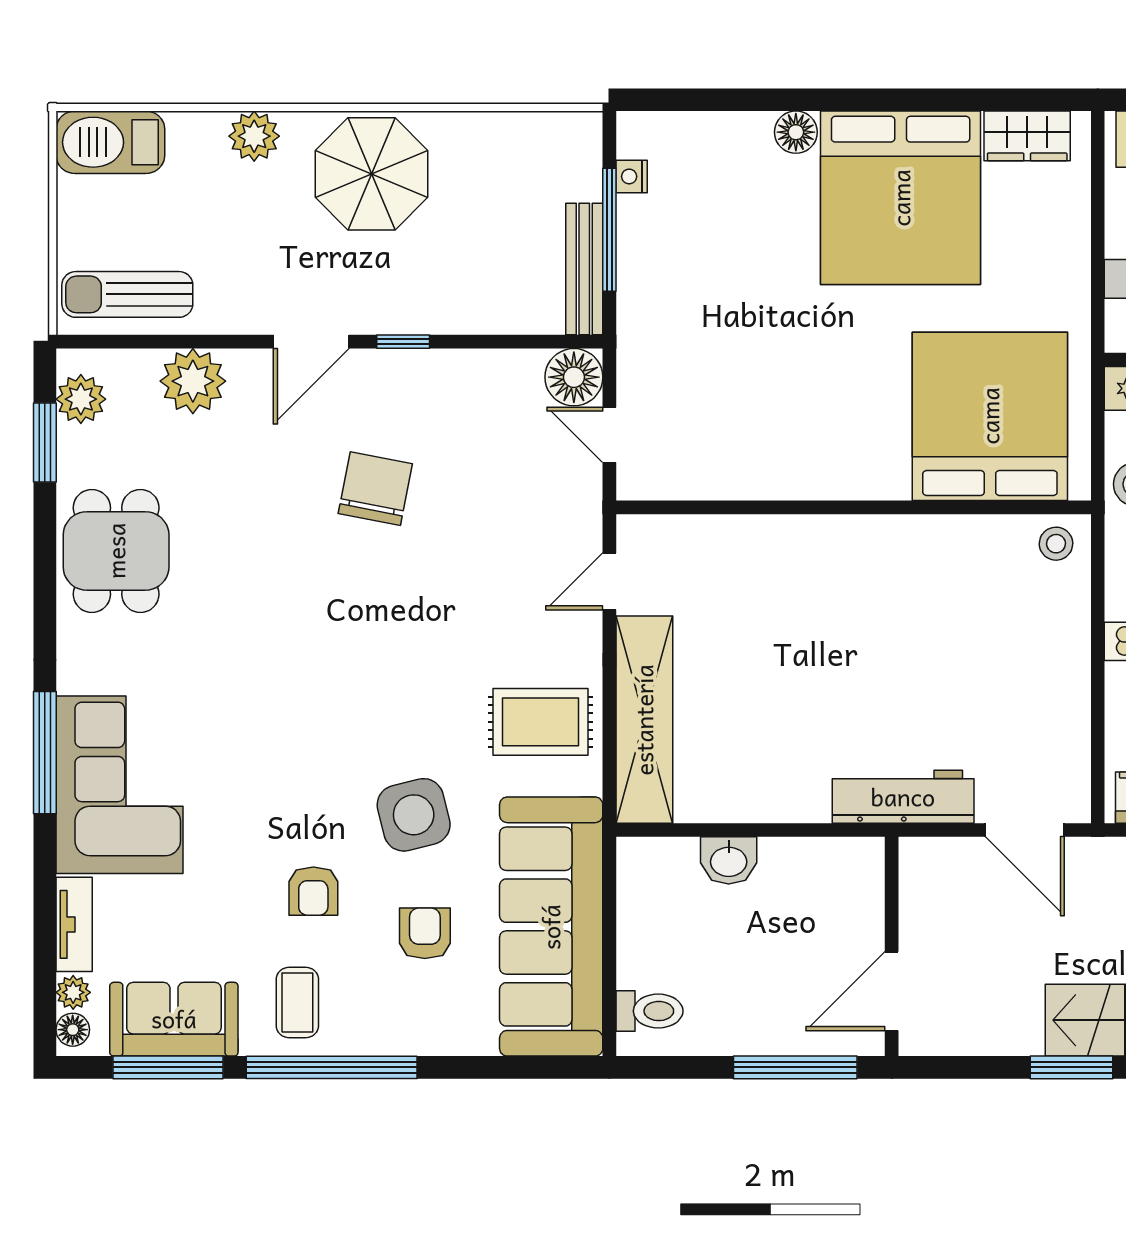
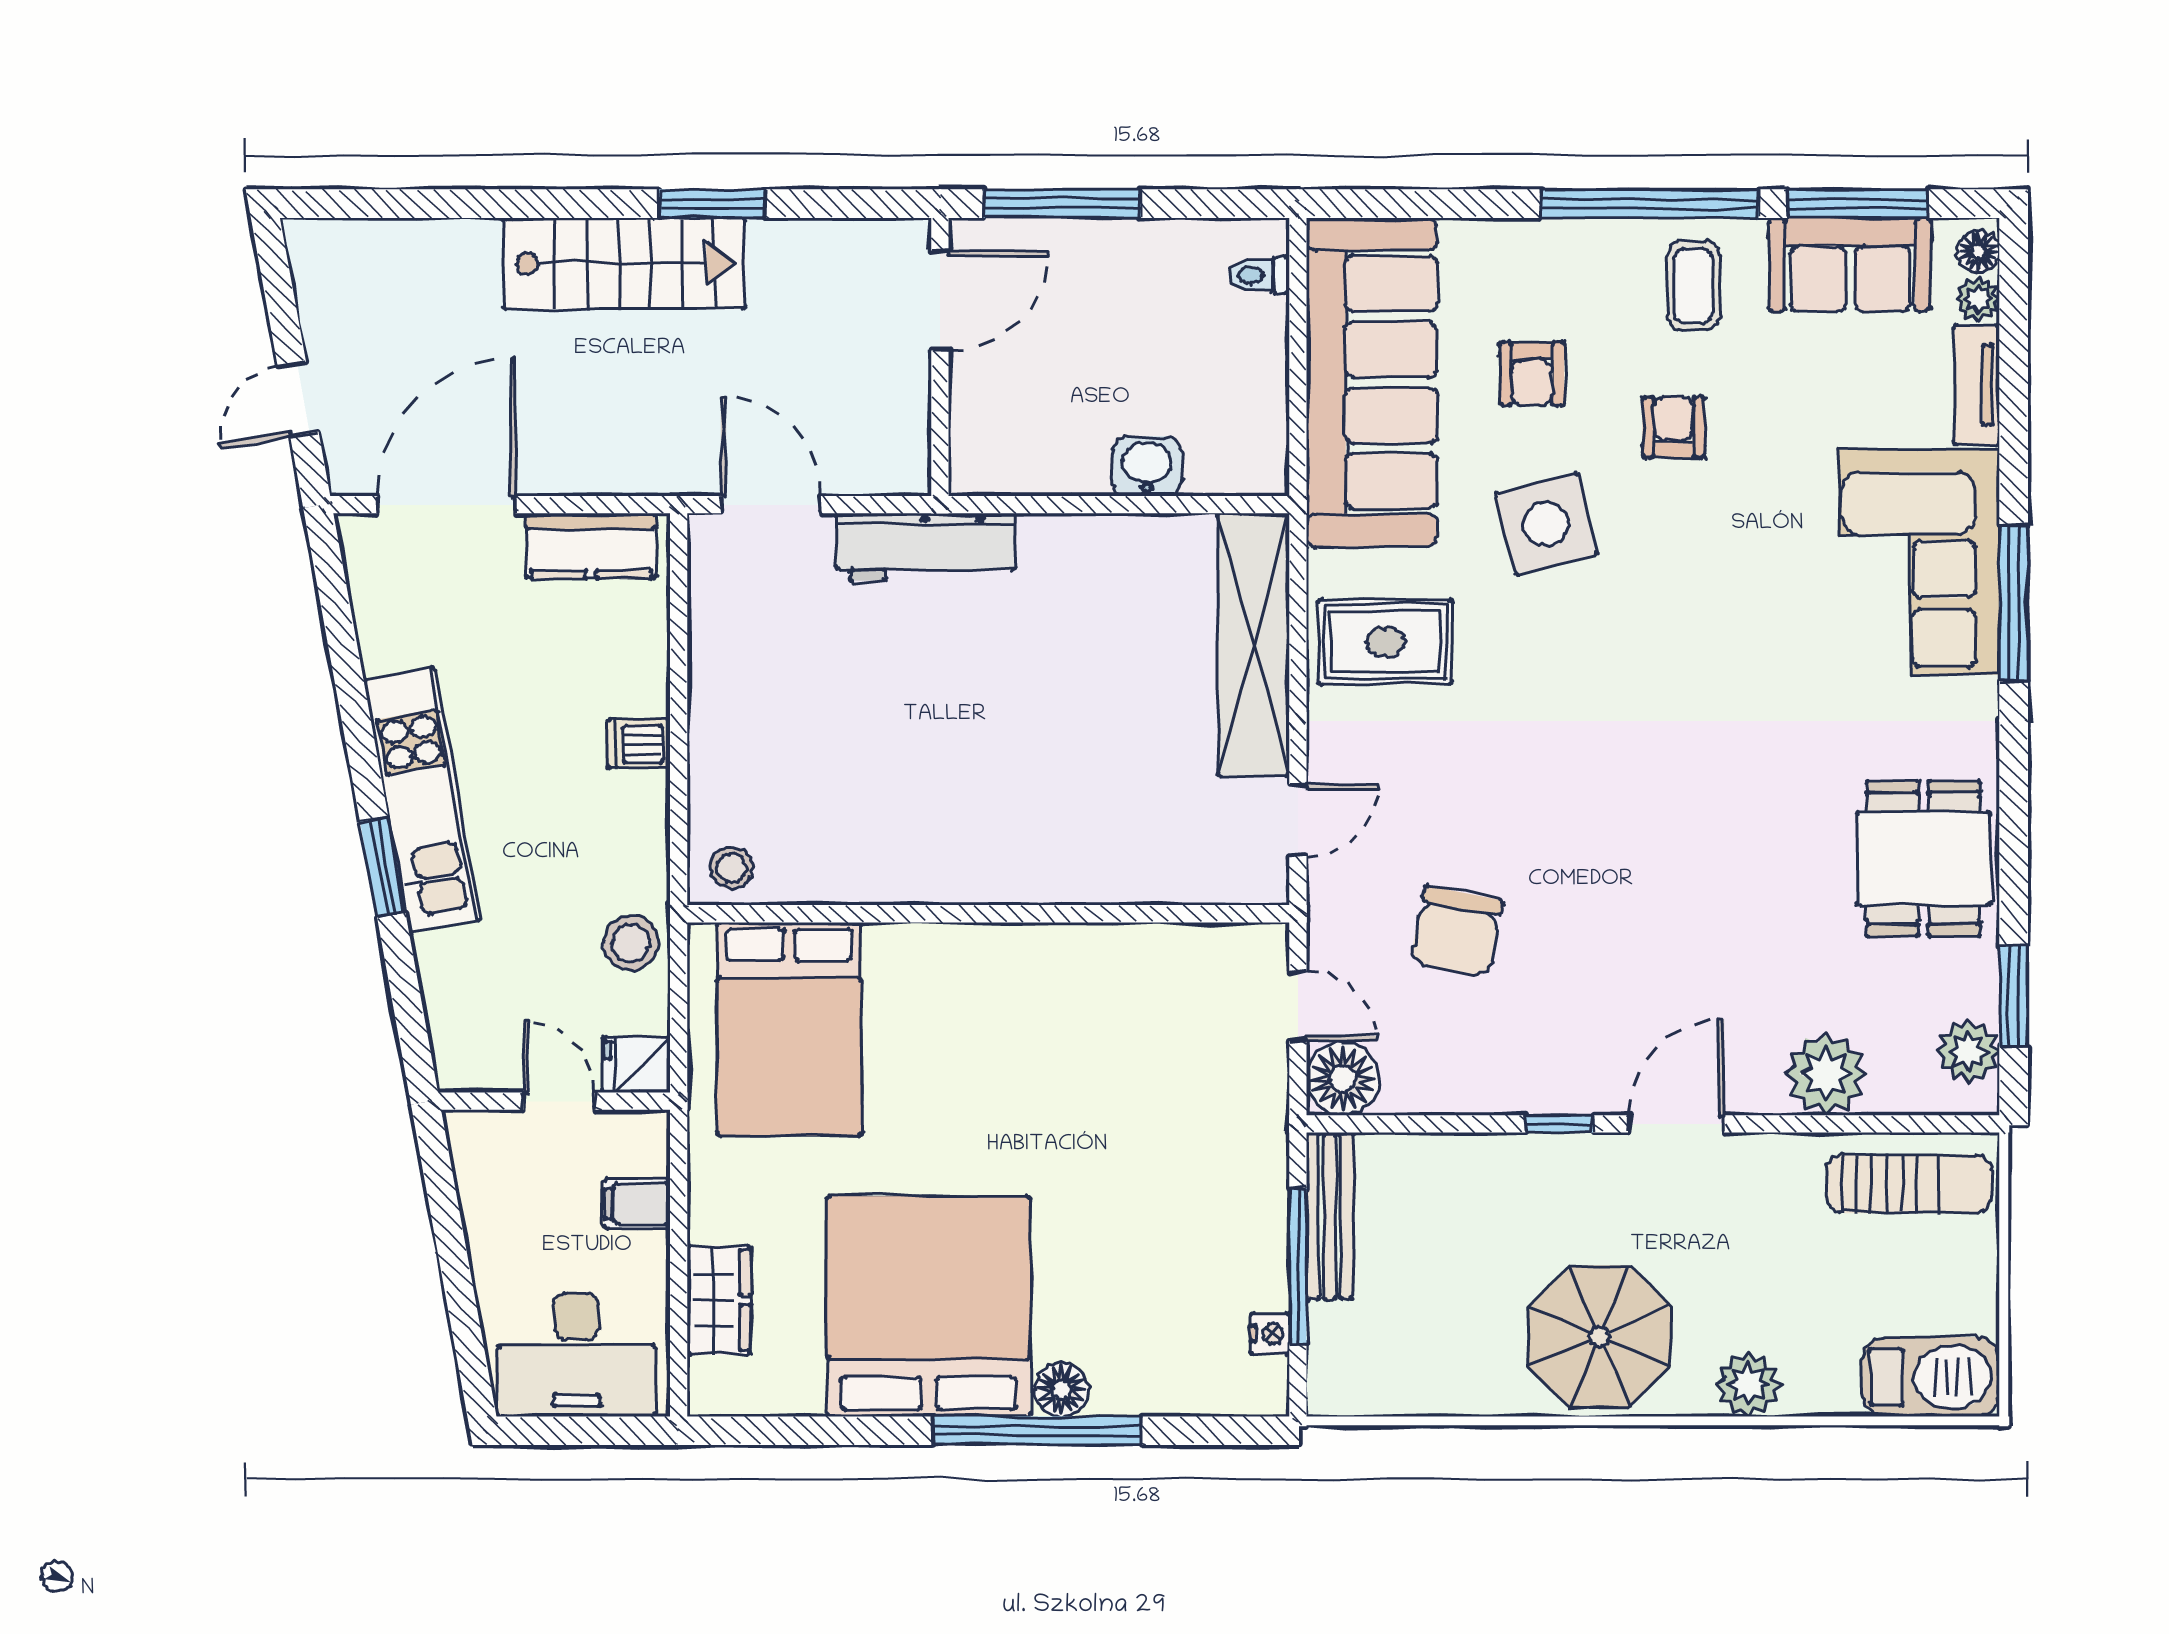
window: (815, 100) -> (1037, 1431), added
wardrobe: (1027, 136) -> (719, 1300), moved, turned 90
bed: (990, 416) -> (789, 1029), width x0.73
chair: (375, 489) -> (1456, 932), moved
toilet: (649, 1011) -> (1259, 275), width x0.73, depth x0.72

